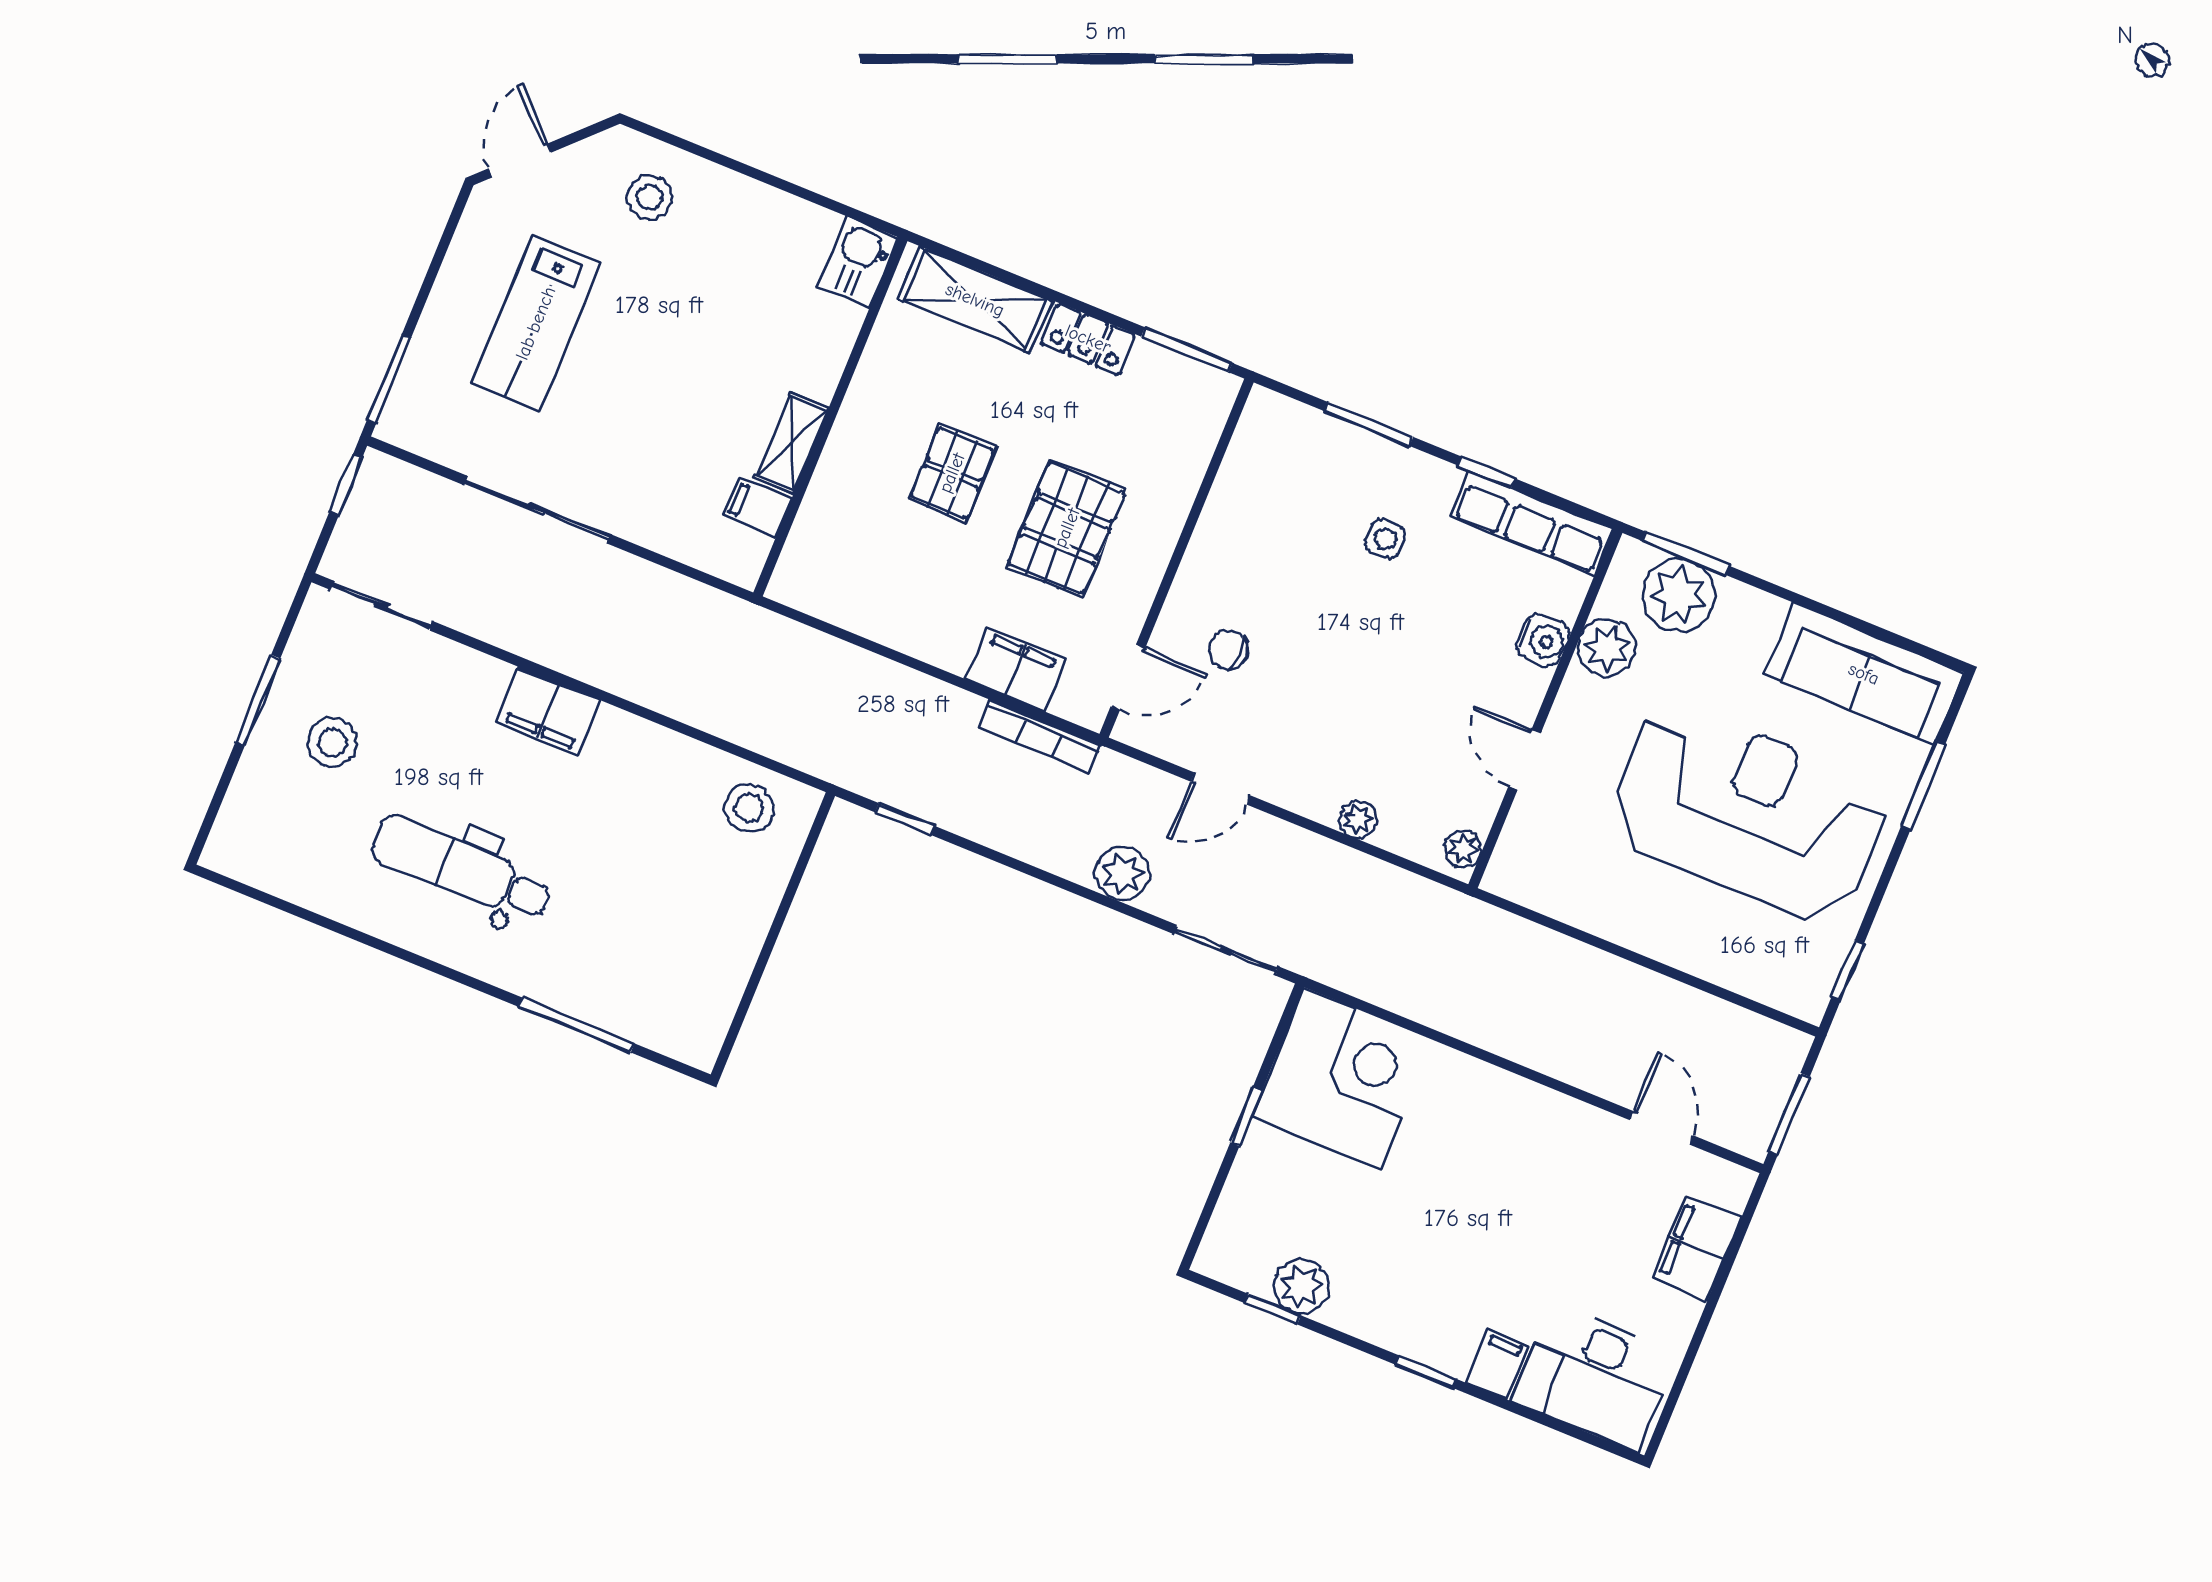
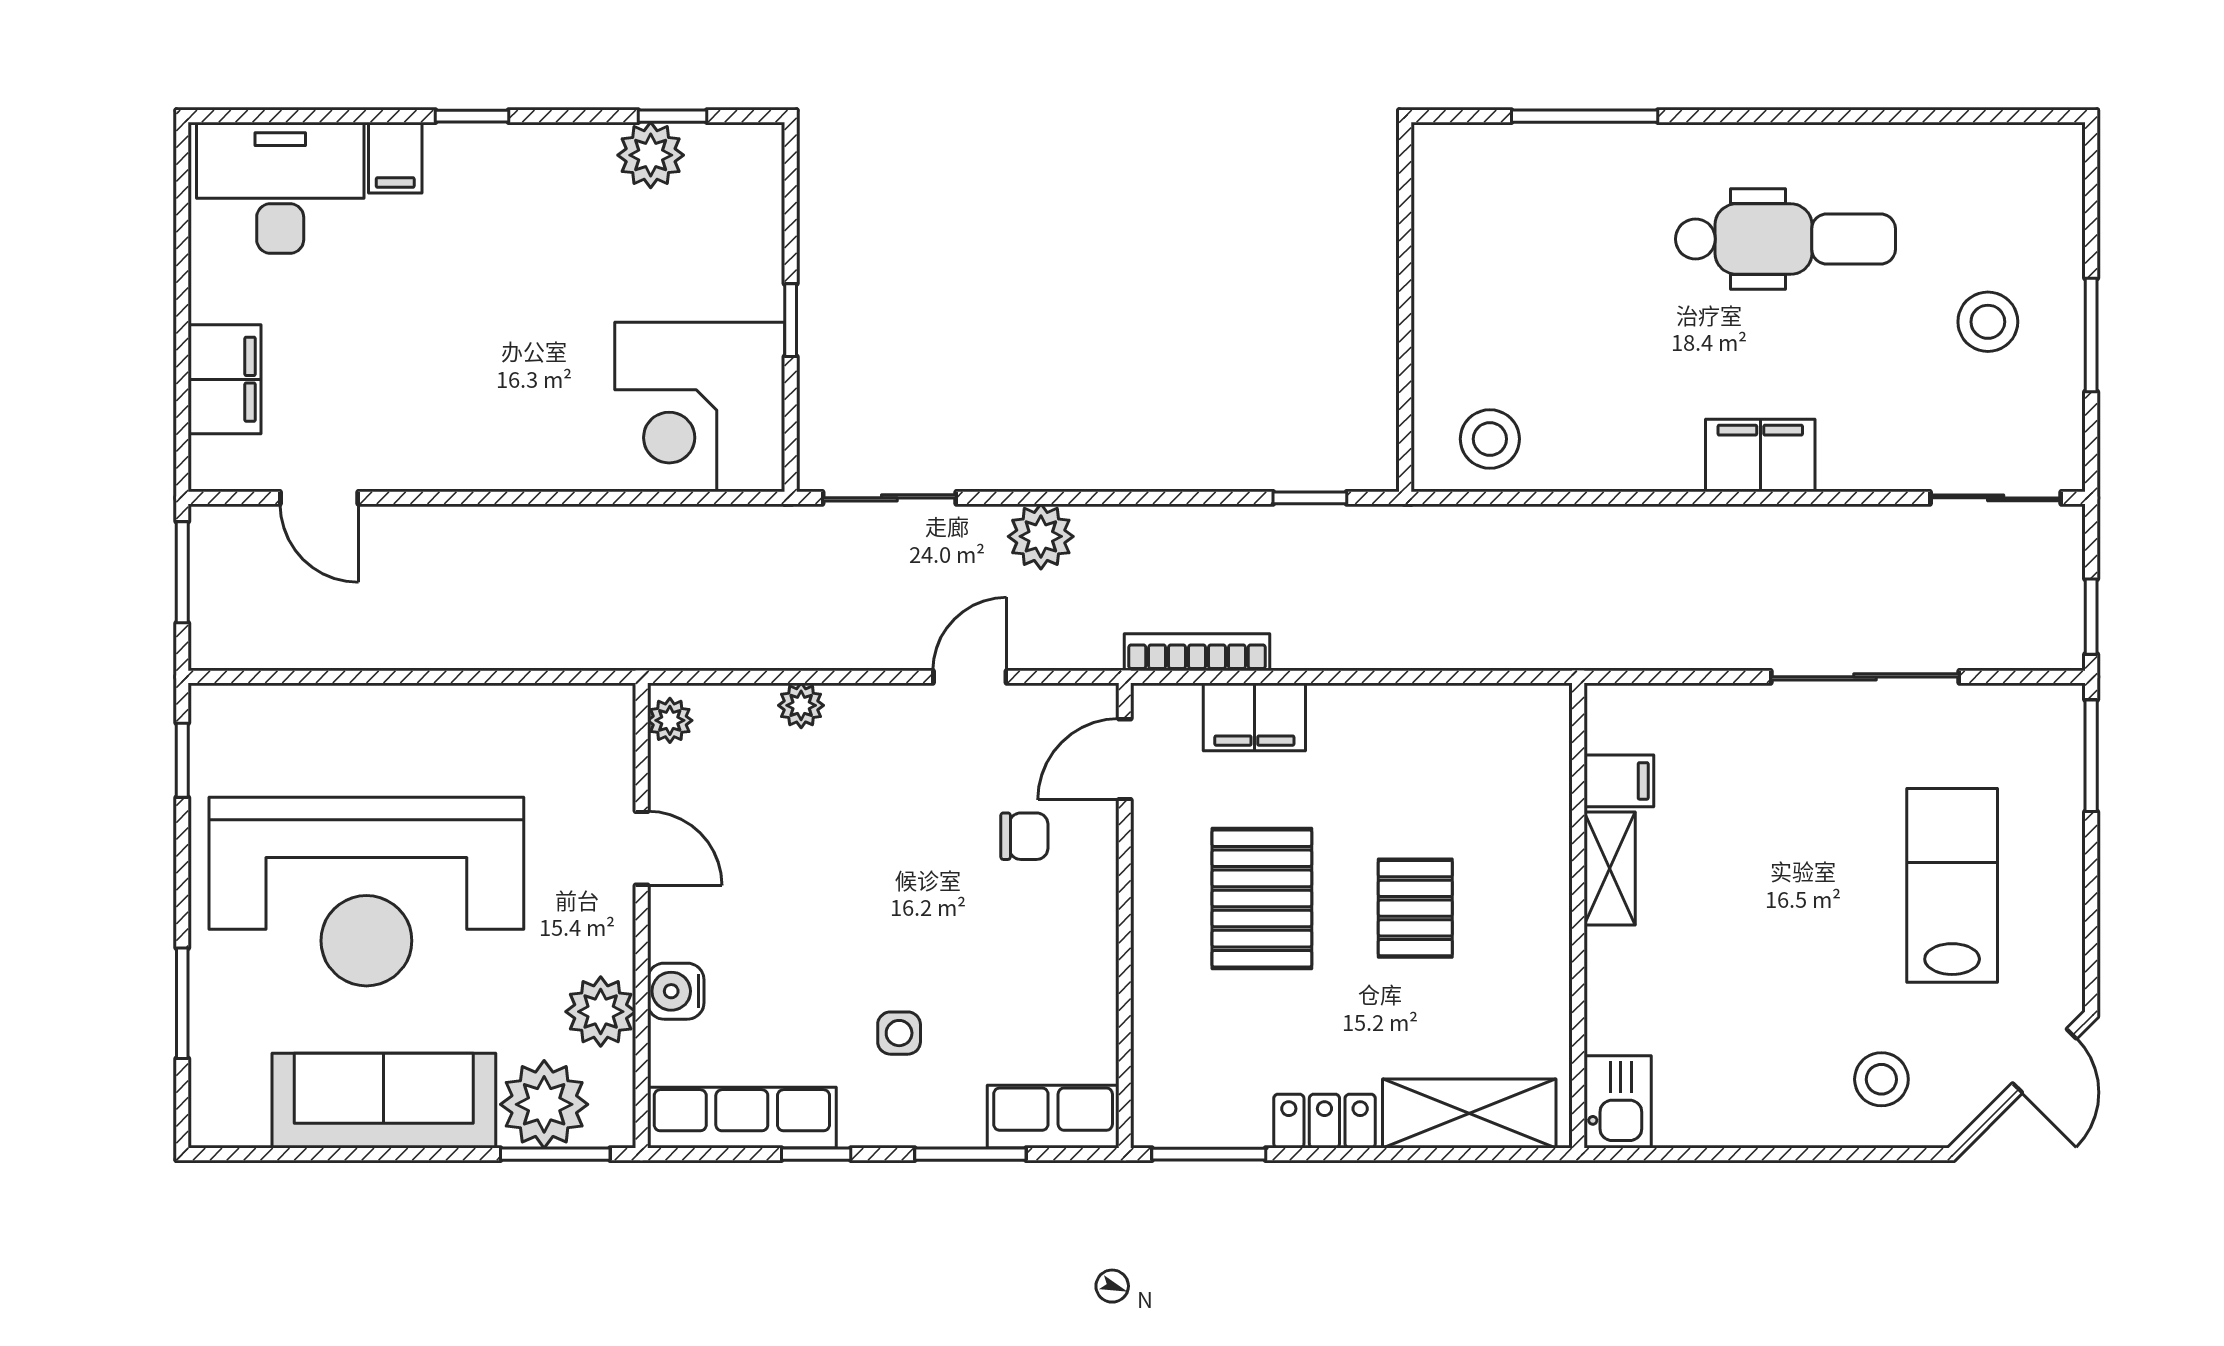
row of seats: (1294, 427) -> (1053, 1117), added
sofa: (1864, 674) -> (384, 1101), moved

